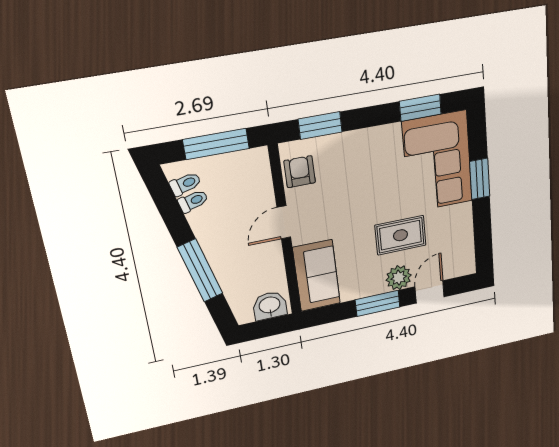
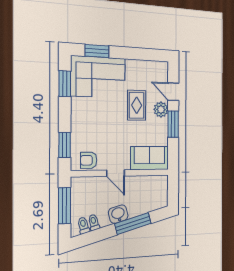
window: (480, 179) -> (97, 51), moved
washbasin: (270, 306) -> (118, 214), moved, turned 75

